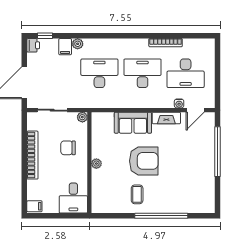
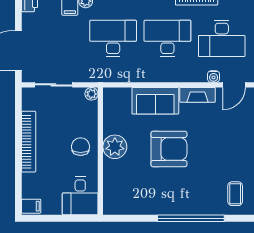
chair: (68, 148) -> (81, 147), moved, turned 90
plant: (96, 164) -> (115, 147), width x1.87, depth x1.87
coffee table: (137, 194) -> (235, 194), moved

